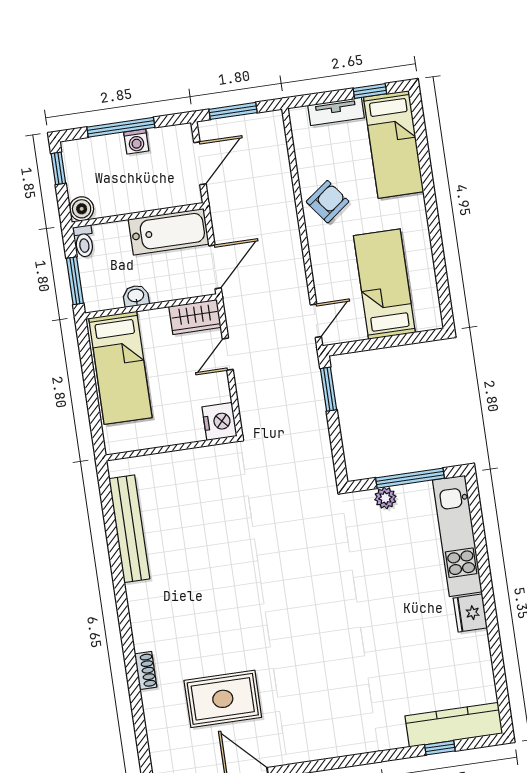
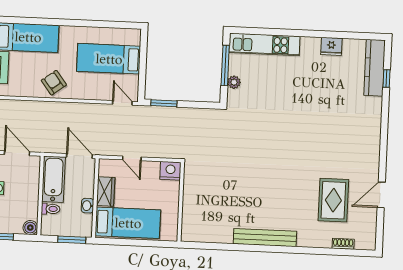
toilet: (84, 241) -> (51, 209), moved
wardrobe: (195, 317) -> (106, 192), moved
bench: (129, 529) -> (265, 238), moved
fridge: (470, 613) -> (331, 46), moved
shoe rack: (146, 670) -> (343, 244), moved

